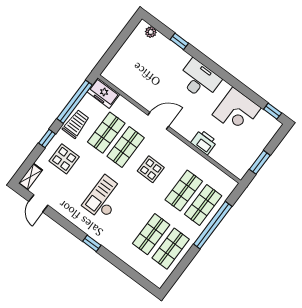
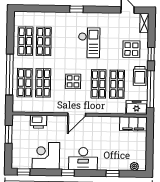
window: (226, 76) -> (68, 173), added
filing cabinet: (119, 78) -> (133, 124), added
door: (158, 121) -> (77, 115), moved
printer: (204, 142) -> (38, 122), moved

